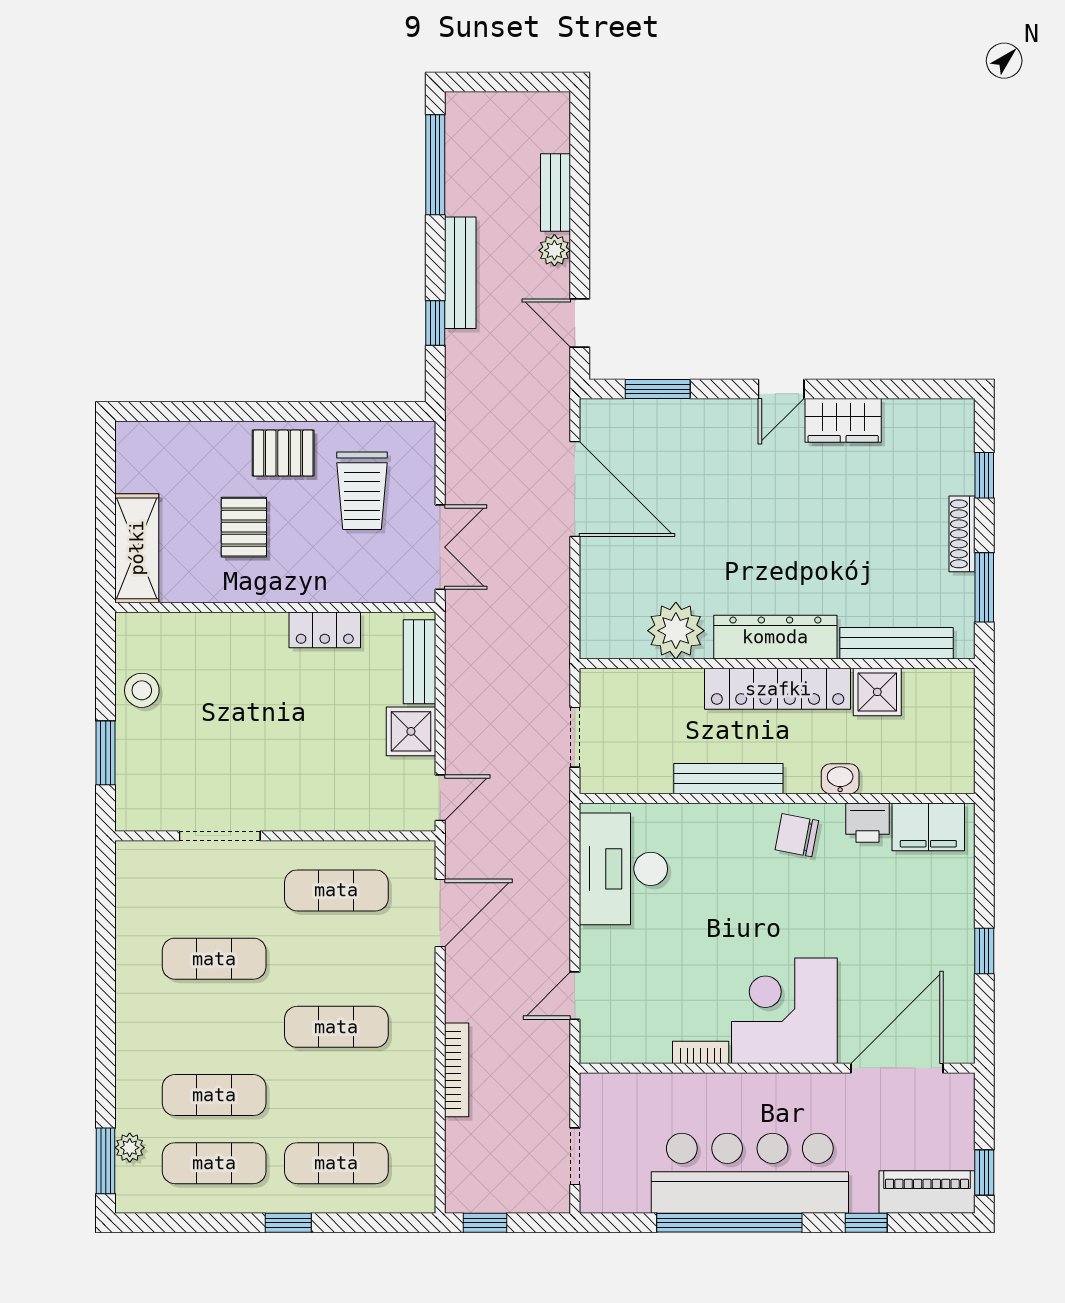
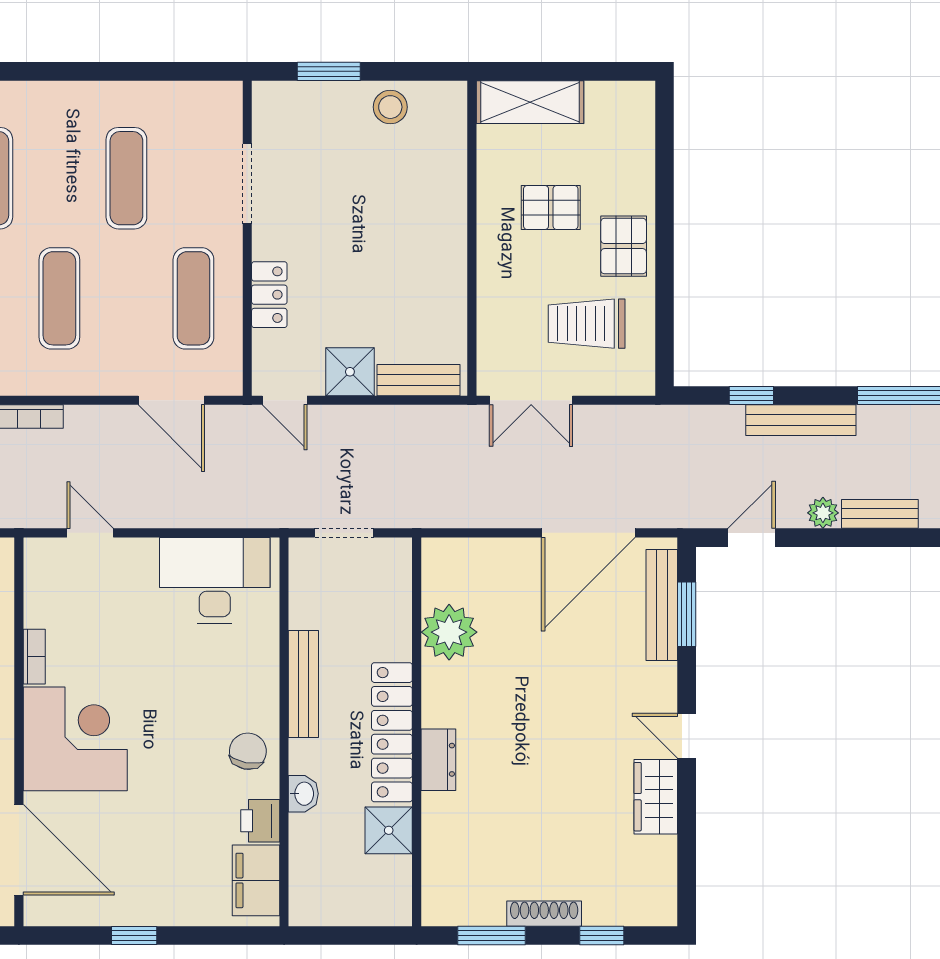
locker: (325, 630) -> (269, 295), moved, turned 180
dresser: (775, 637) -> (438, 760), width x0.51, depth x0.80
bench: (897, 643) -> (662, 605), moved

